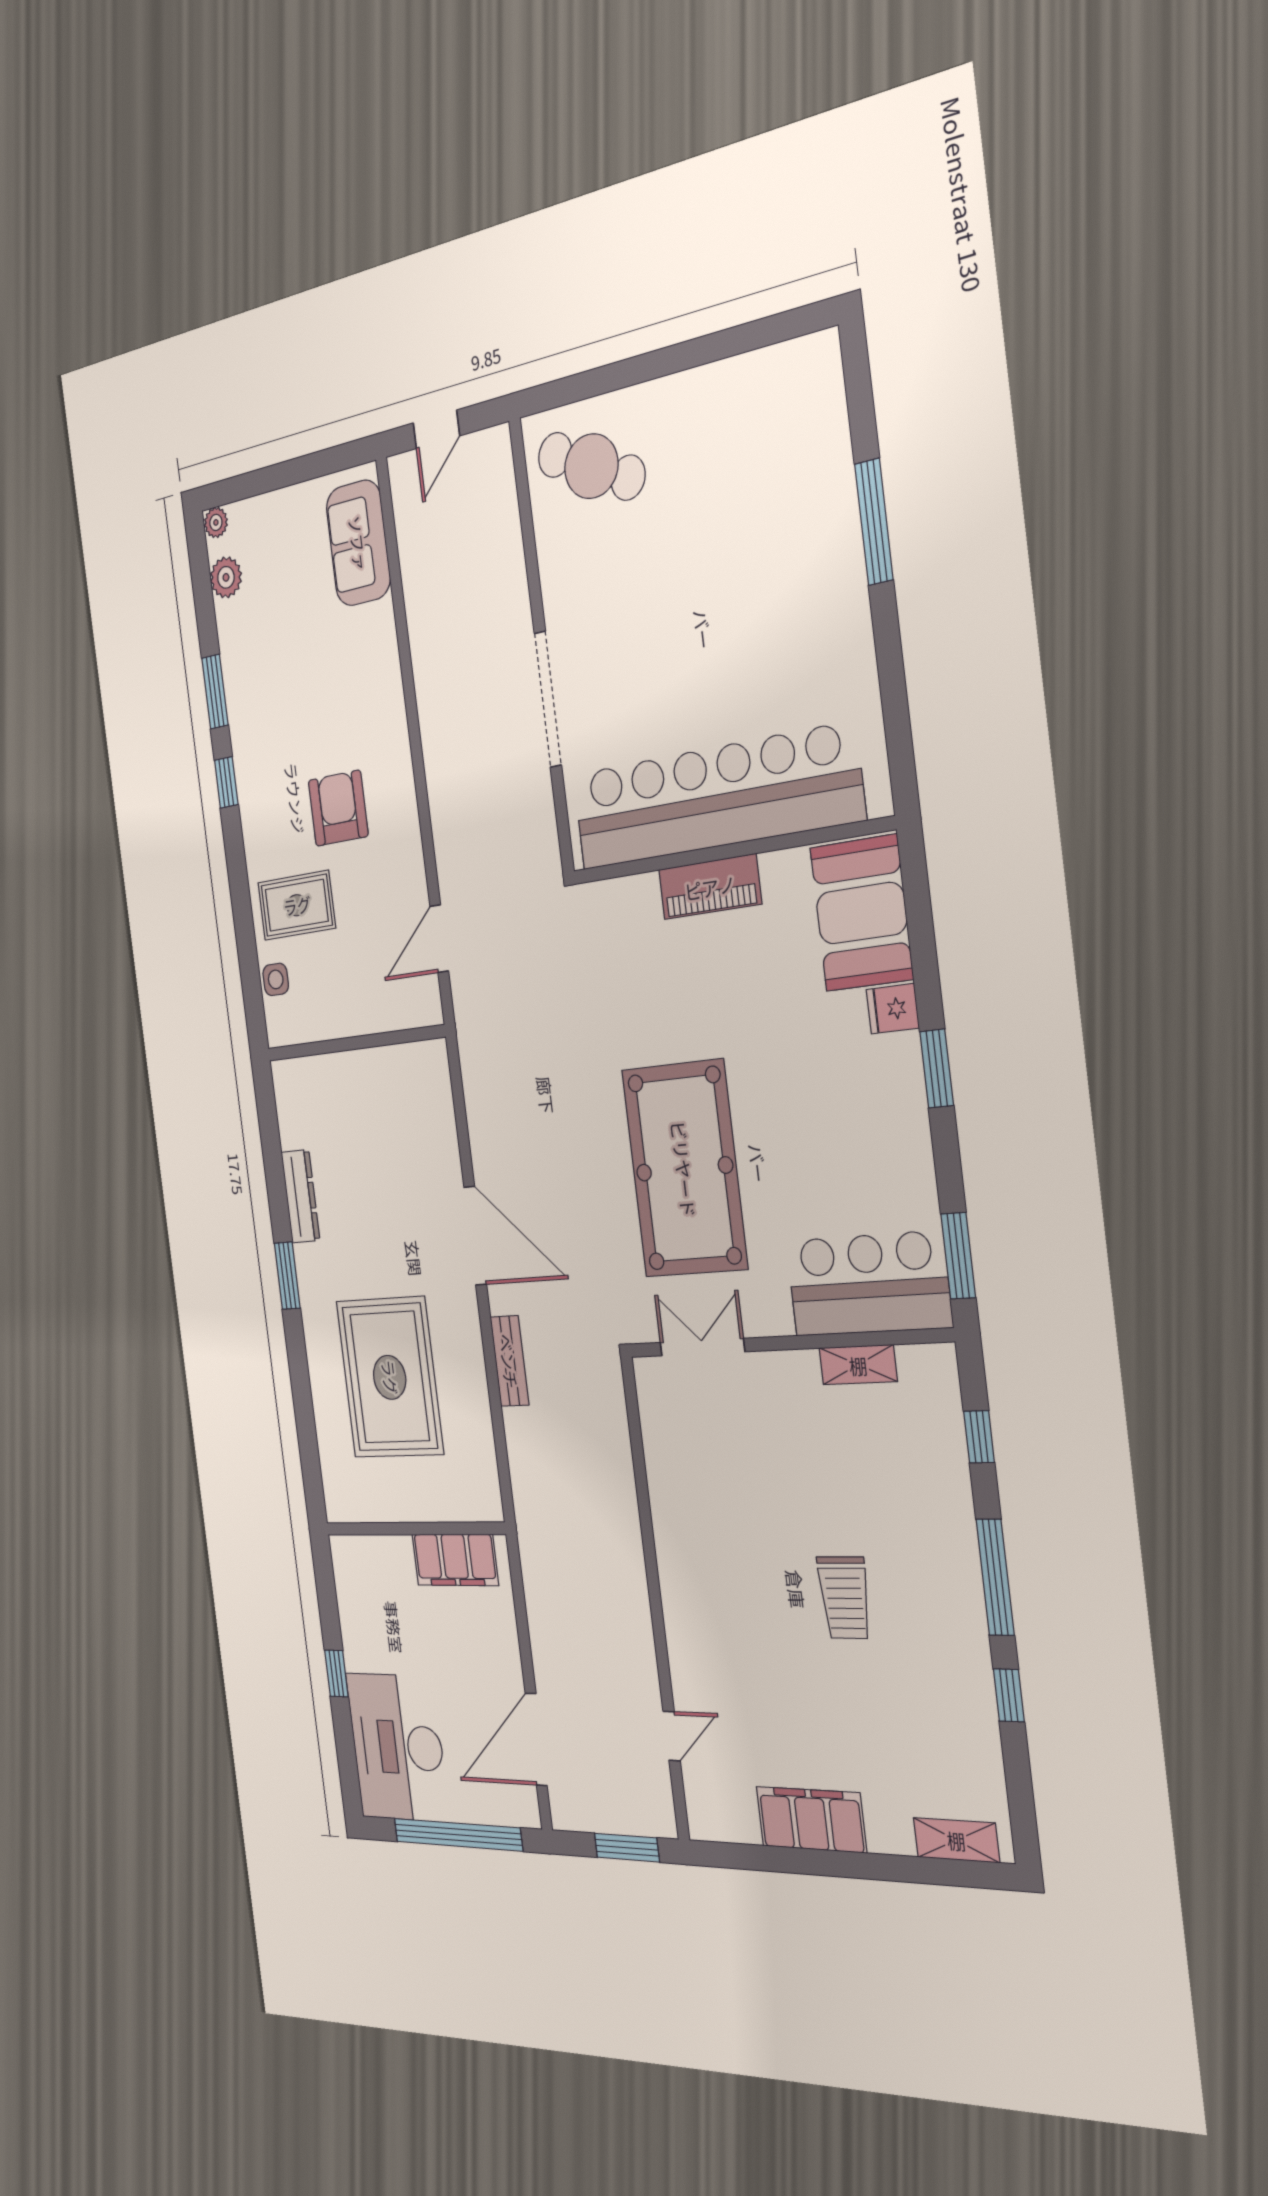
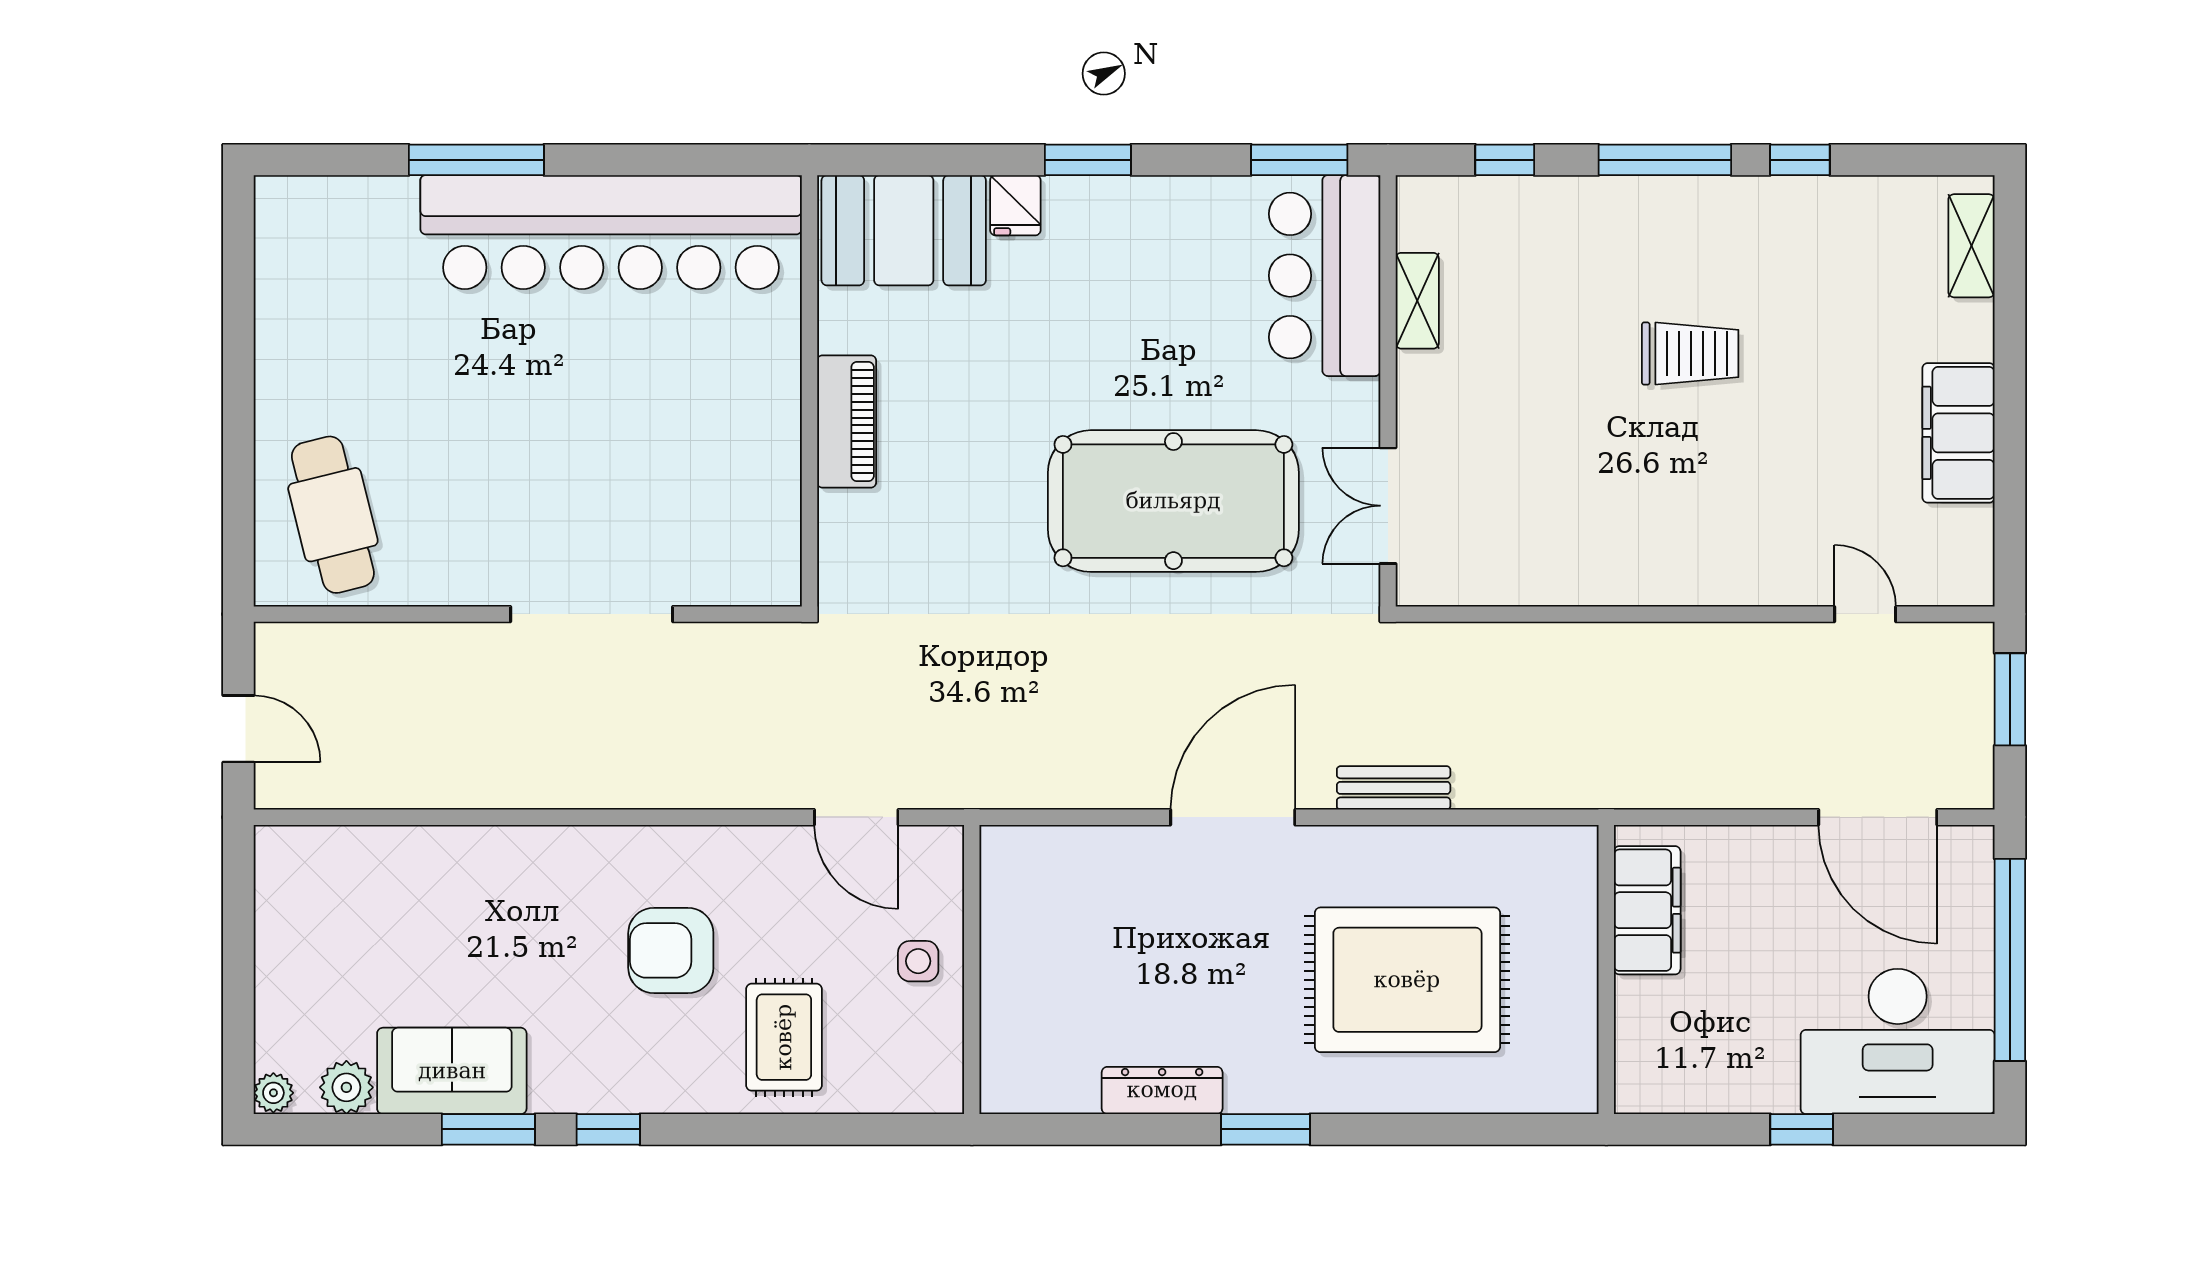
cafe table: (591, 466) -> (333, 515), turned -41
sofa: (358, 543) -> (452, 1071), moved, turned 180
bar counter: (715, 797) -> (611, 232), moved, turned -90
side table: (276, 979) -> (918, 961), moved

